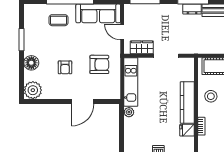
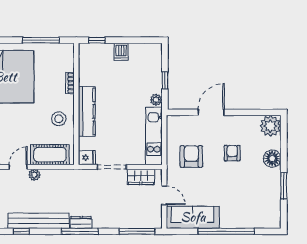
coffee table: (59, 20) -> (240, 209), removed
armchair: (99, 64) -> (191, 157), turned 90
window: (122, 129) -> (165, 80), added
fridge: (187, 130) -> (87, 158), moved

